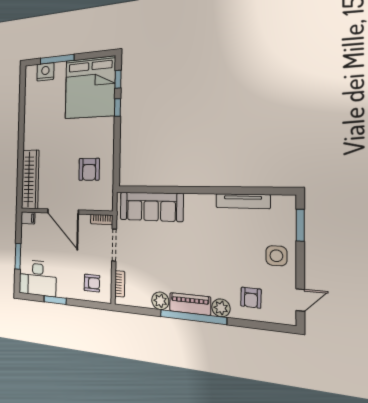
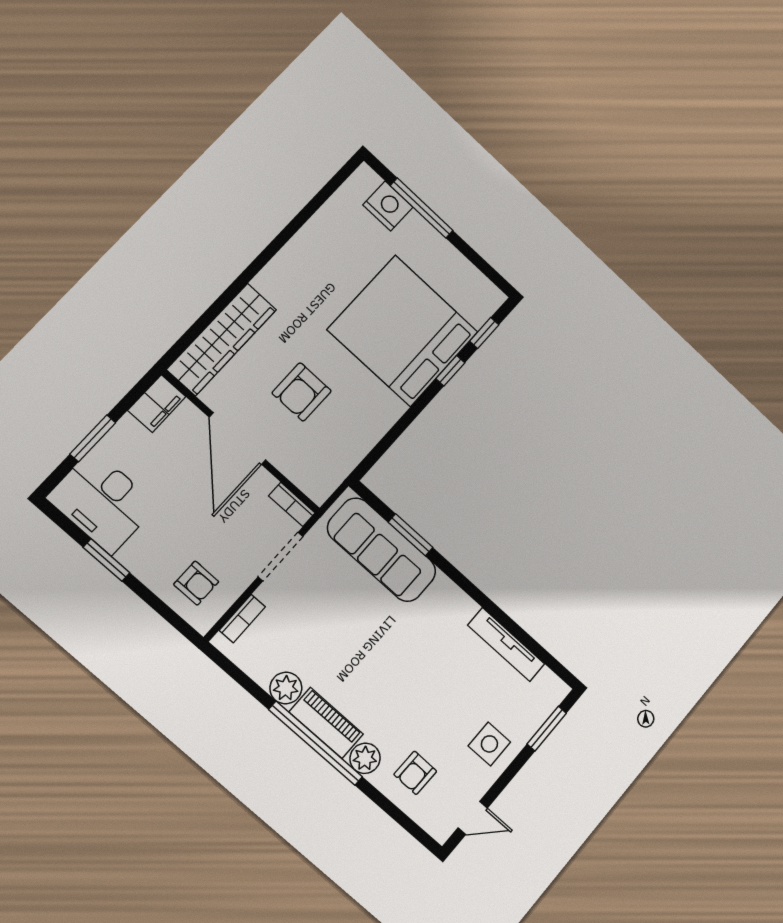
bed: (90, 88) -> (403, 331), moved, turned 90
armchair: (89, 169) -> (302, 392), moved
window: (158, 190) -> (411, 535), added
filing cabinet: (28, 218) -> (157, 403), width x2.00

